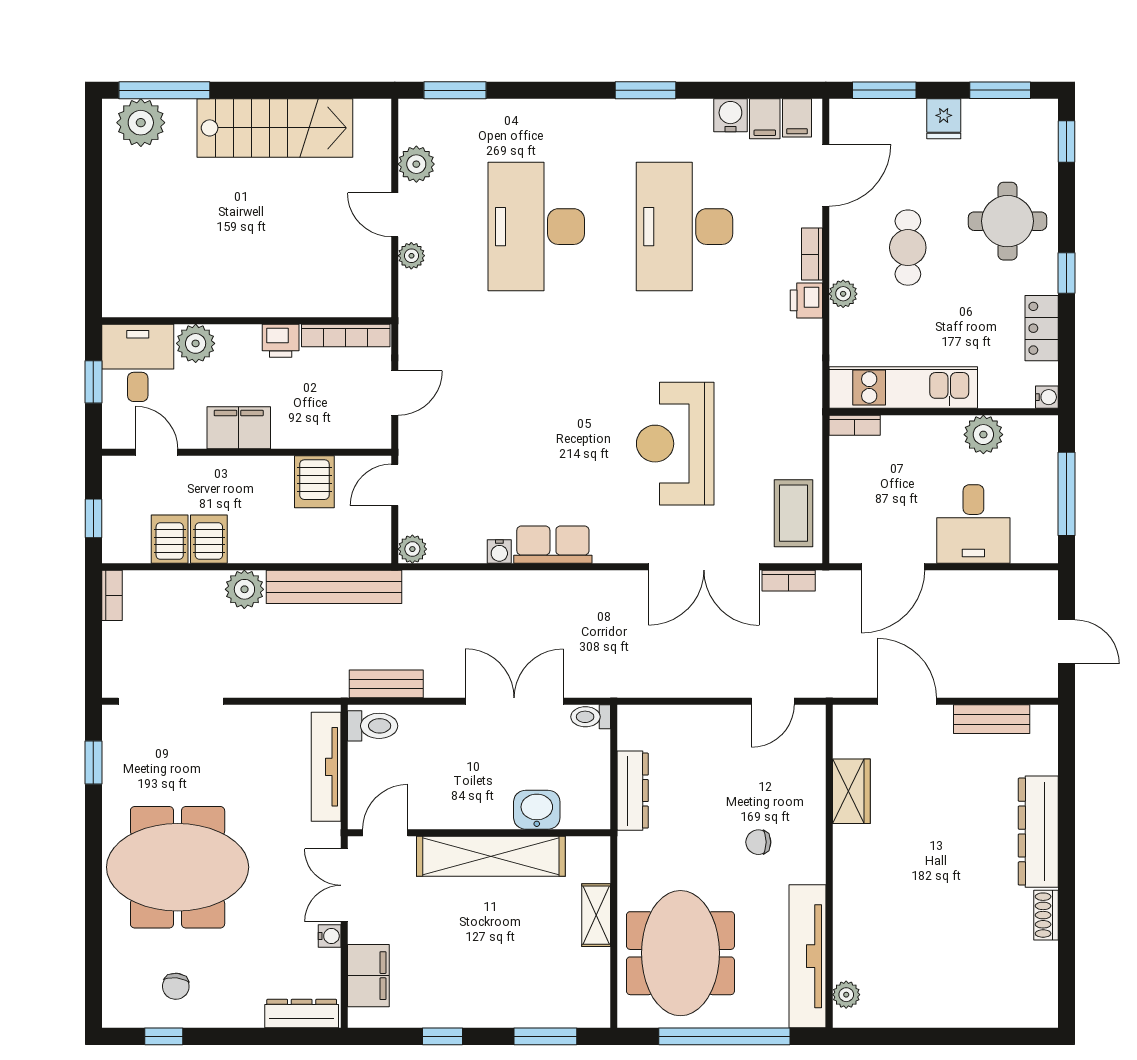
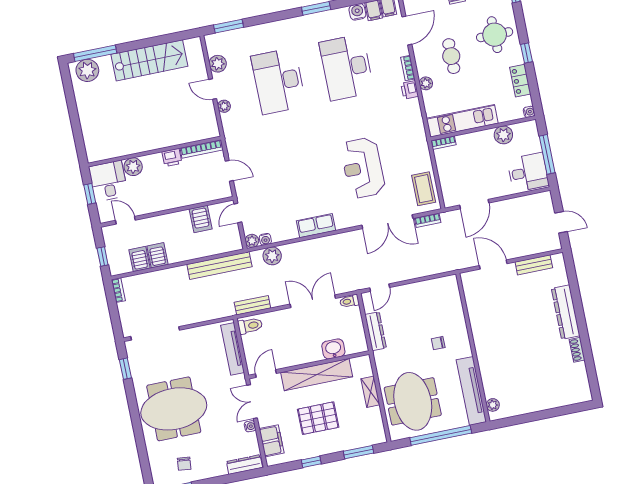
door: (395, 393) -> (229, 171), hinge flipped
filing cabinet: (239, 428) -> (161, 201), removed
desk: (973, 524) -> (528, 172), moved, turned -90
water cooler: (499, 551) -> (265, 239), moved
plant: (244, 589) -> (272, 256), moved
door: (773, 701) -> (380, 288), moved
wardrobe: (851, 791) -> (476, 311), removed
pallet: (475, 948) -> (318, 418), added

